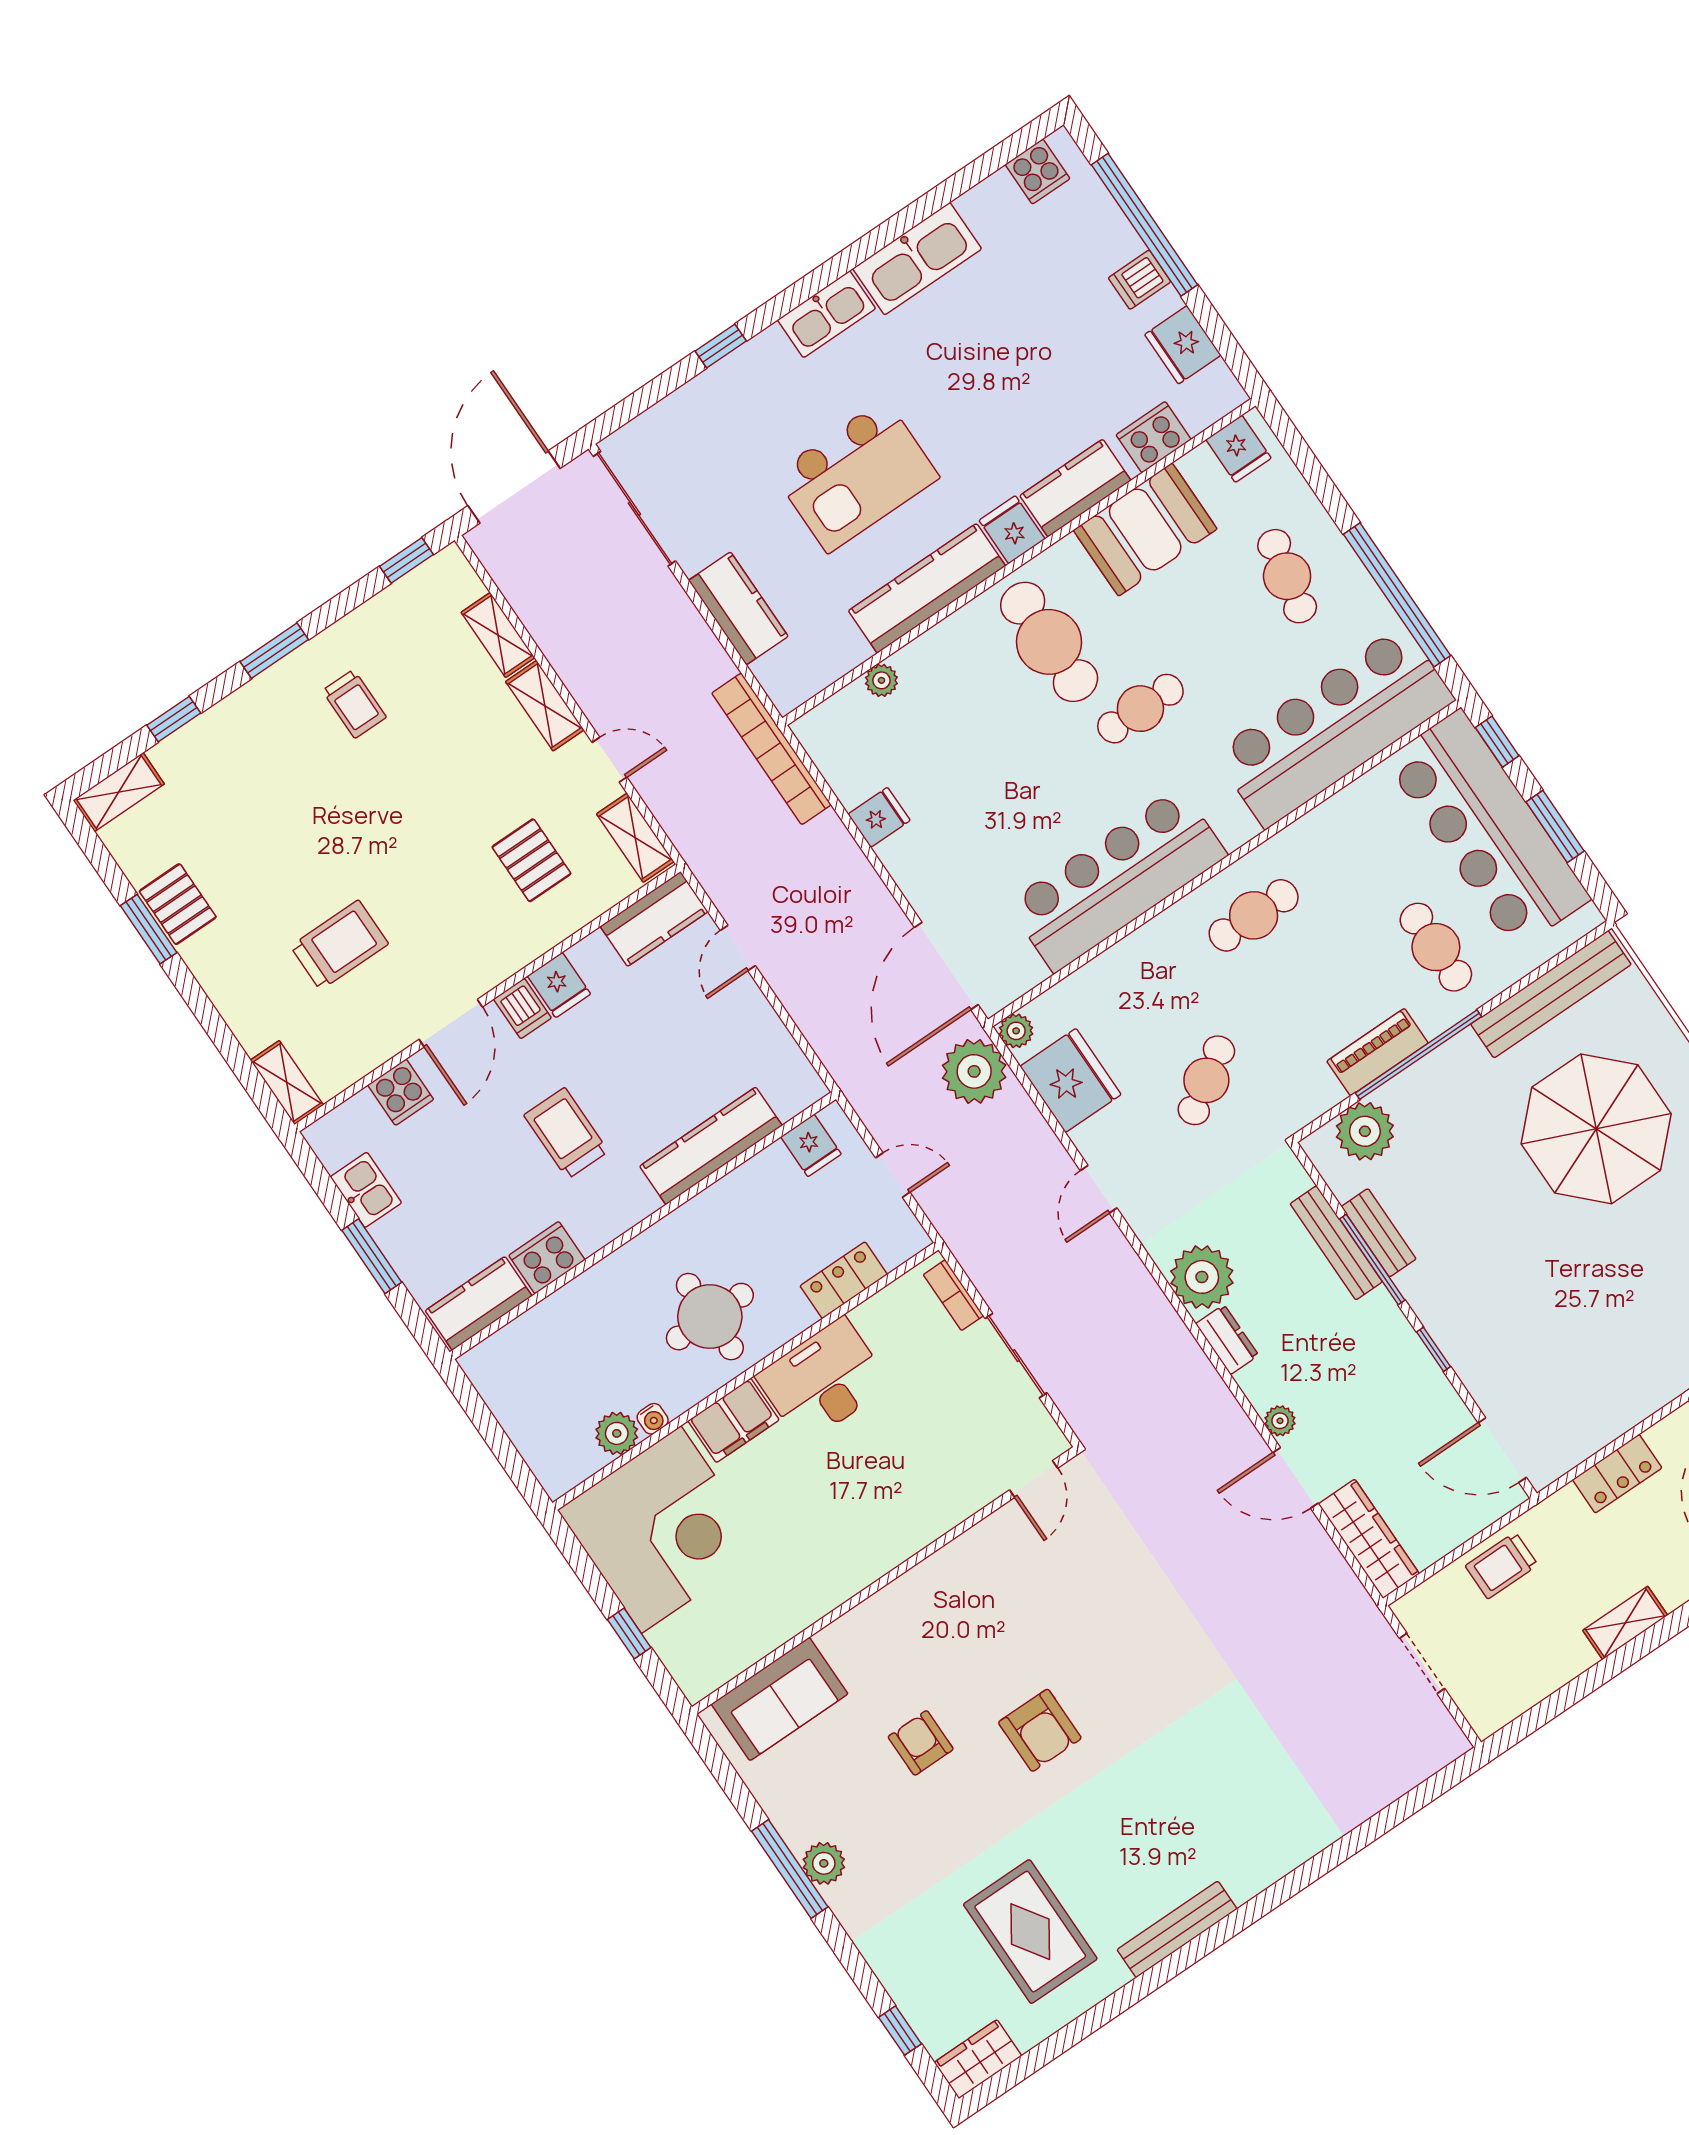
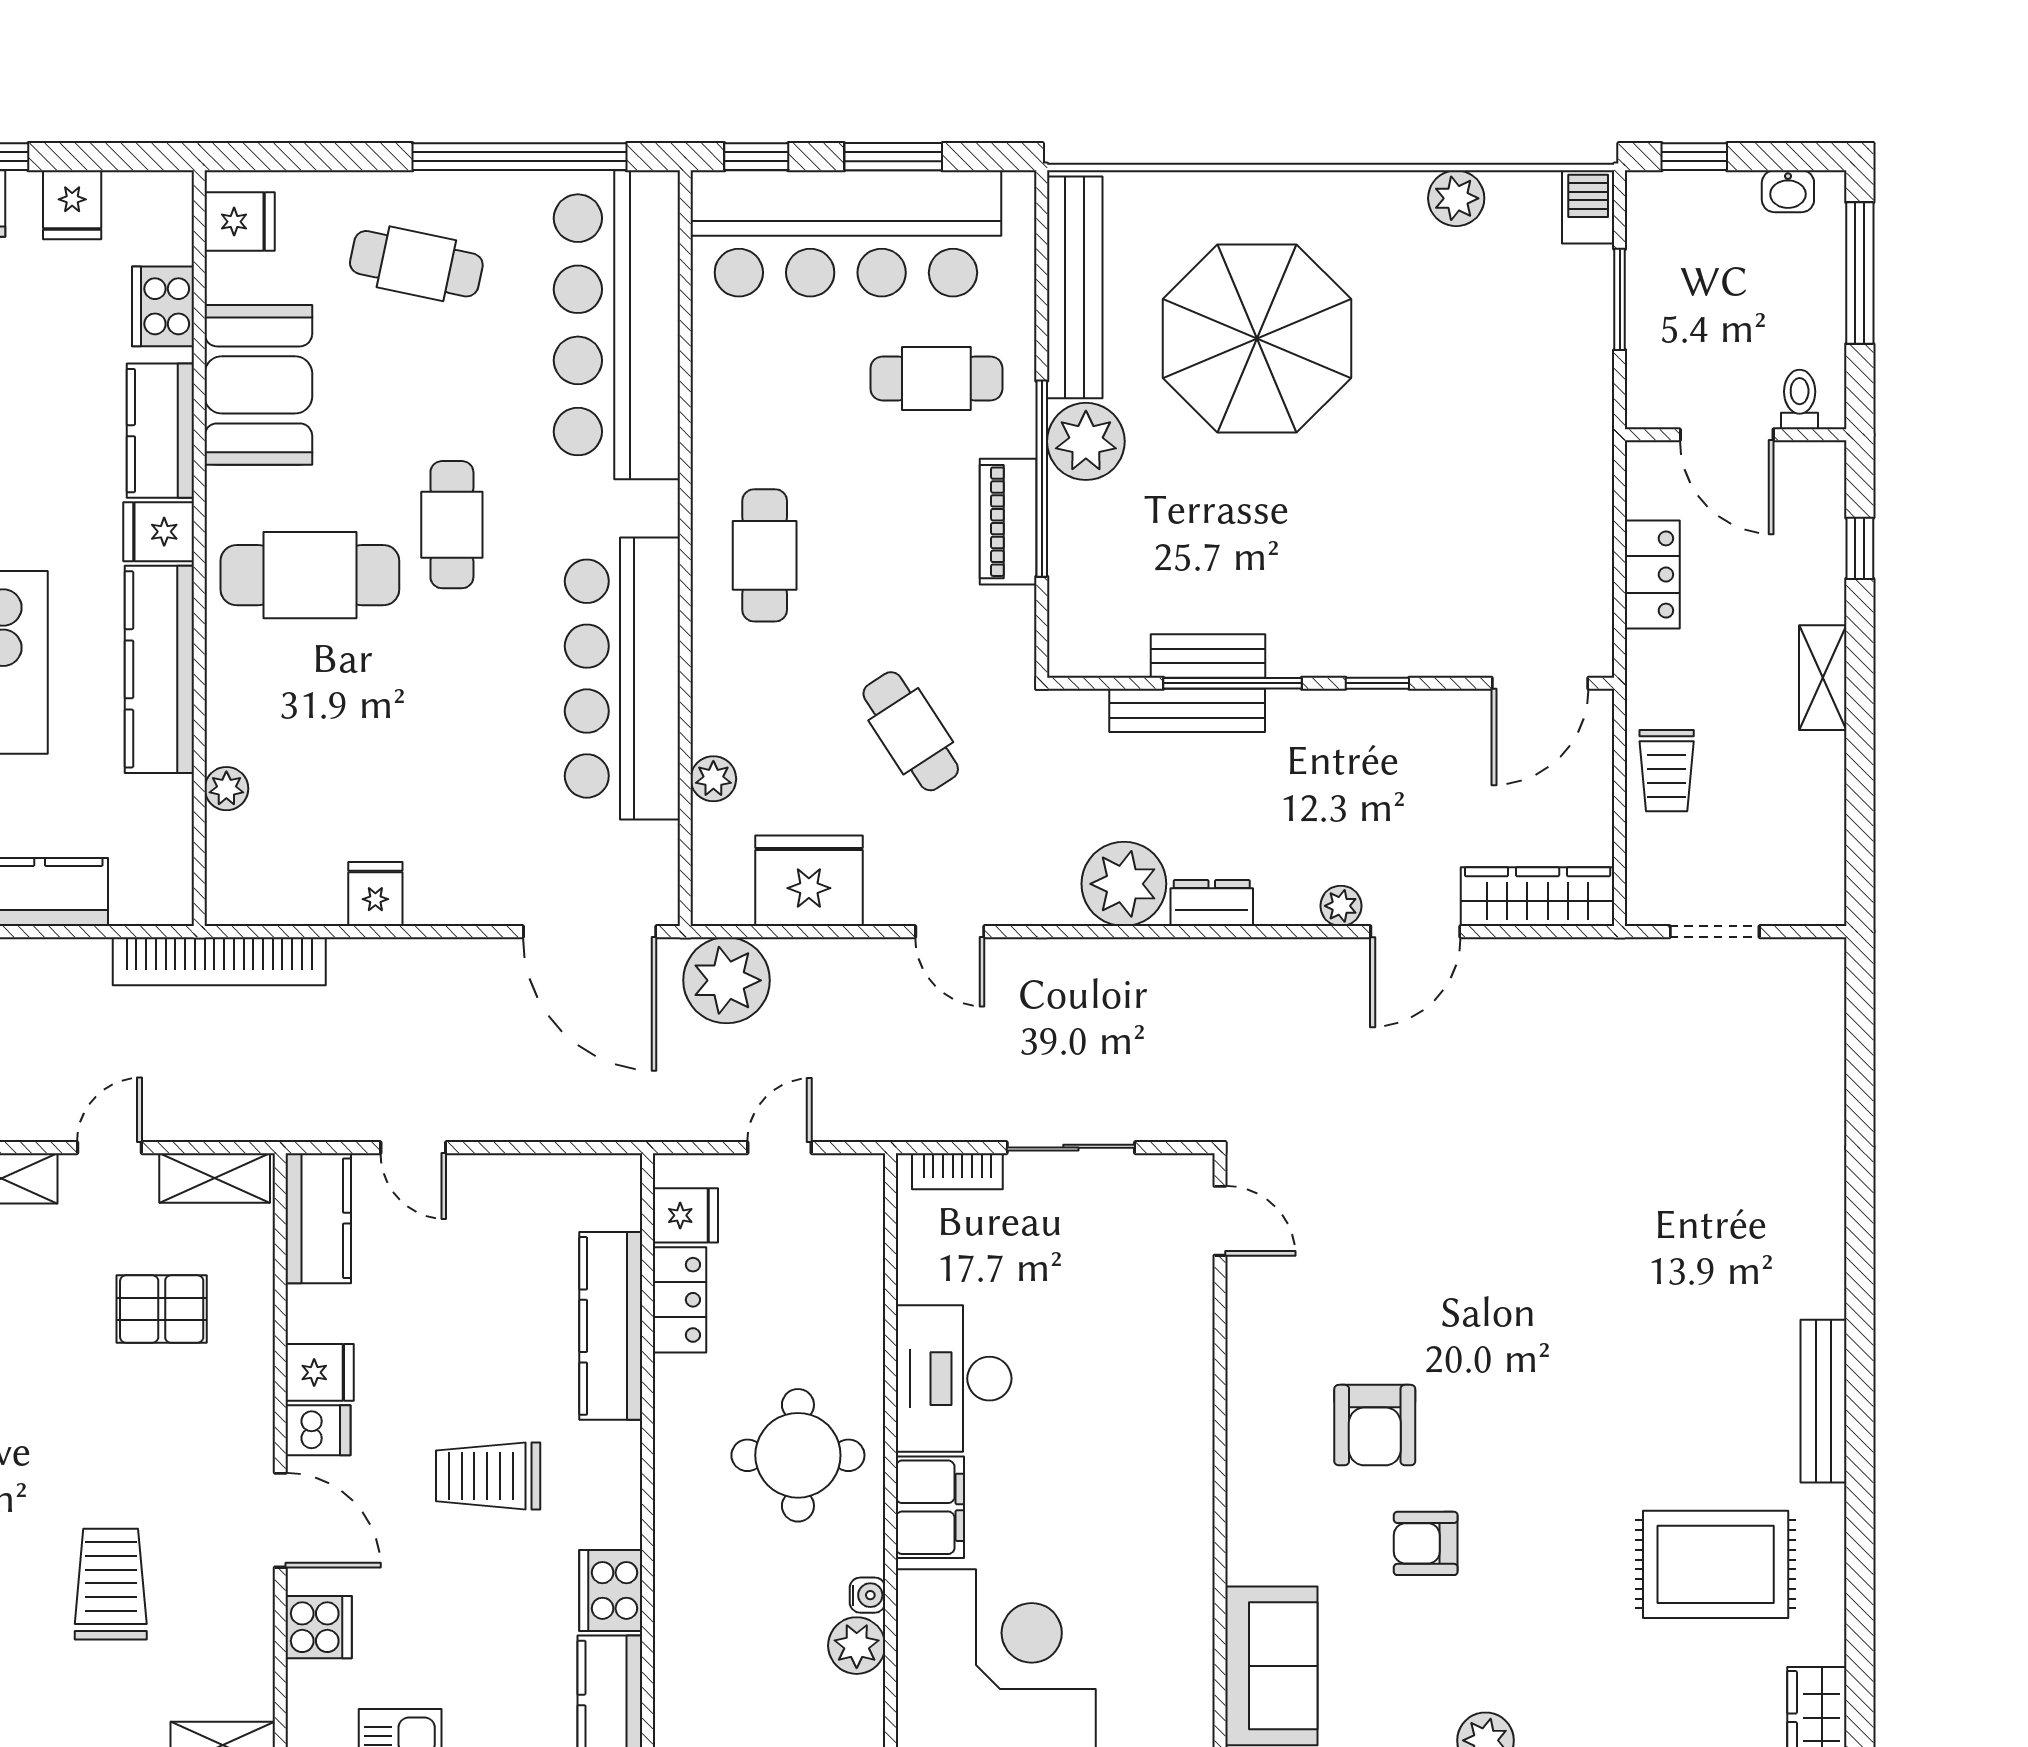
fridge: (1183, 345) -> (72, 205), width x0.72
plant: (1016, 1031) -> (713, 779), moved
plant: (1365, 1131) -> (1086, 441), moved
locker: (844, 1280) -> (680, 1300), moved, turned 180
armchair: (1040, 1730) -> (1375, 1425), moved, turned 90

